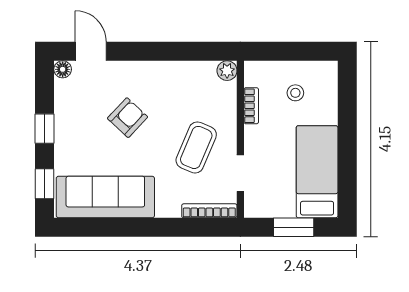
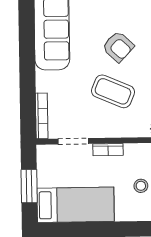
bookcase: (251, 106) -> (108, 150), moved
coffee table: (196, 147) -> (113, 91), moved

